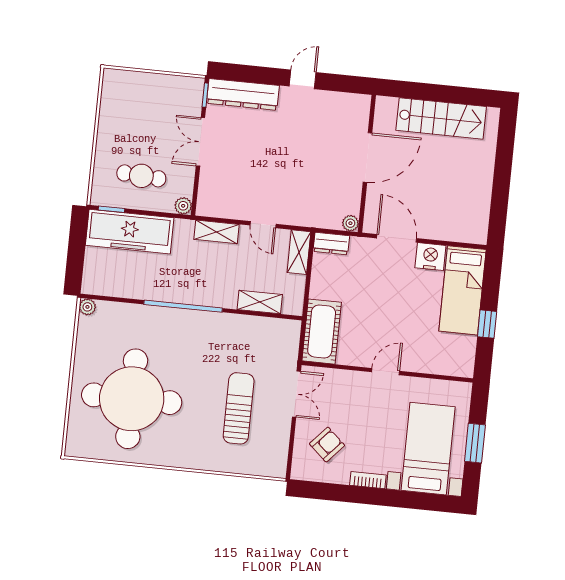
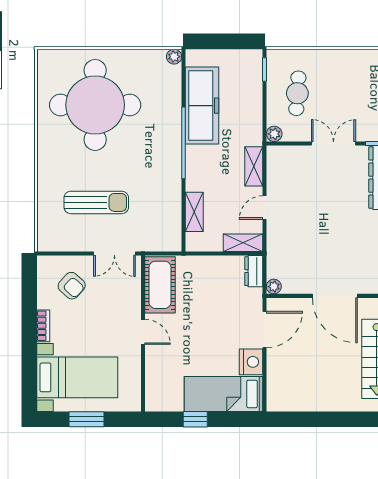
freezer: (130, 232) -> (202, 106), moved, turned 180
cot: (322, 332) -> (160, 285), moved, turned 90

